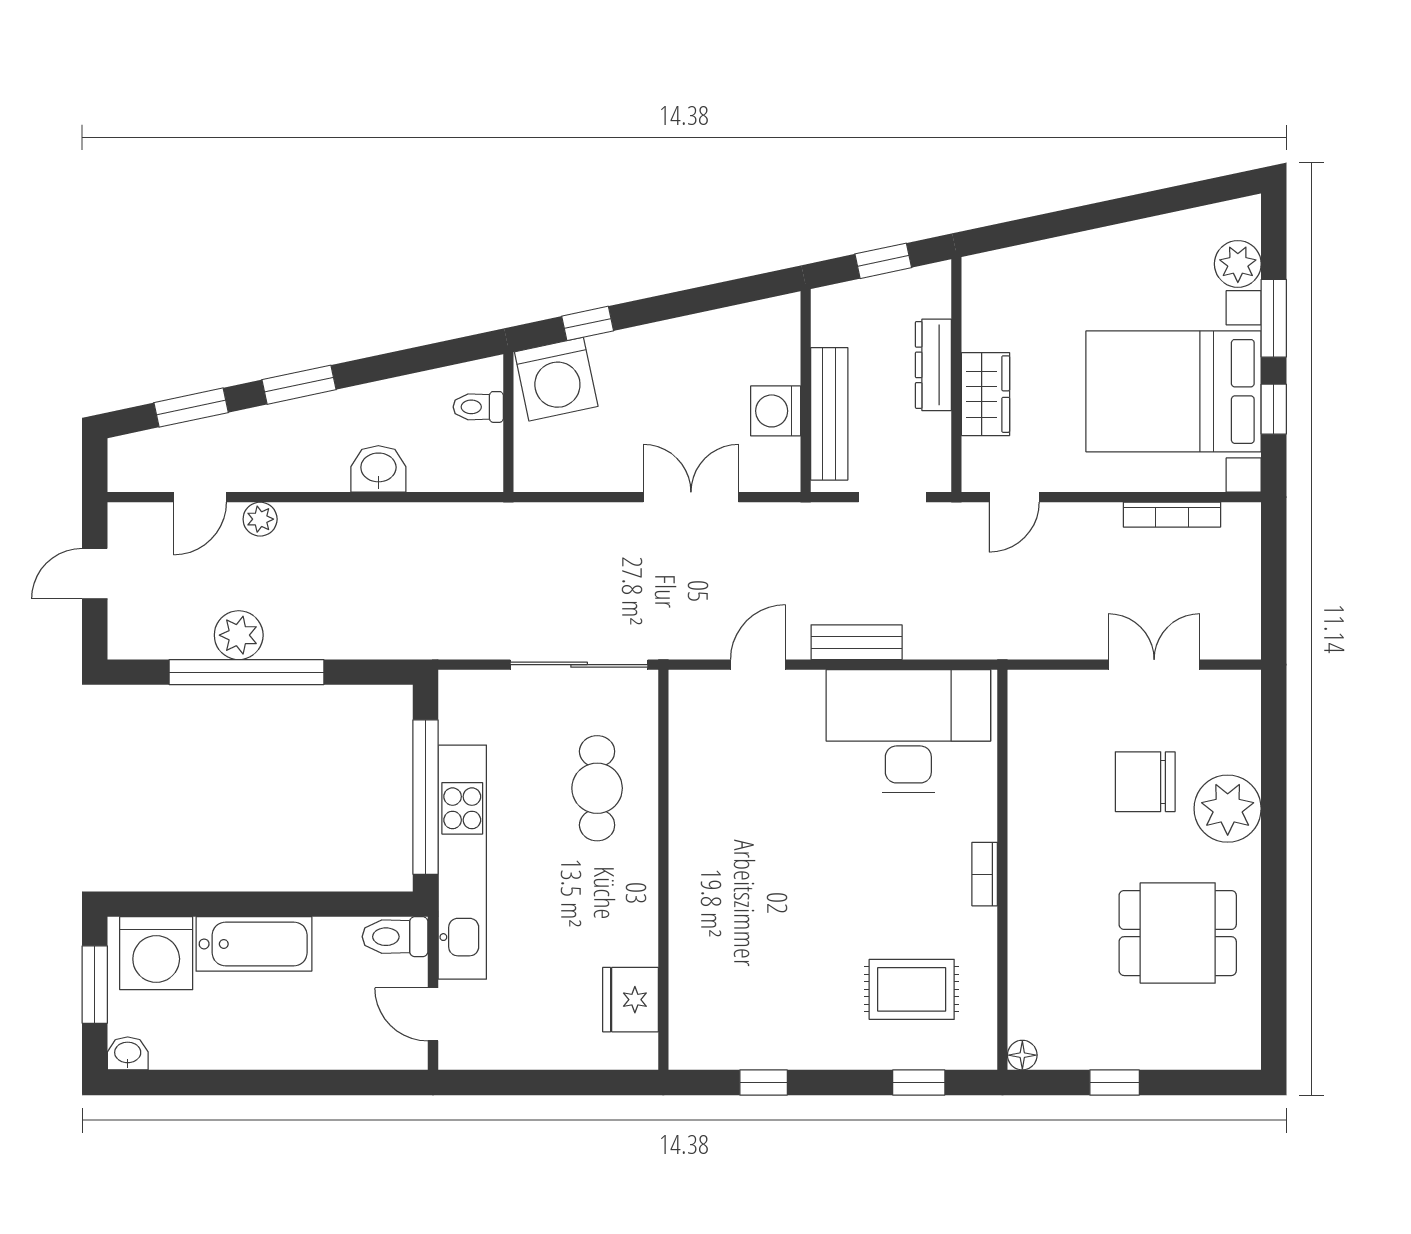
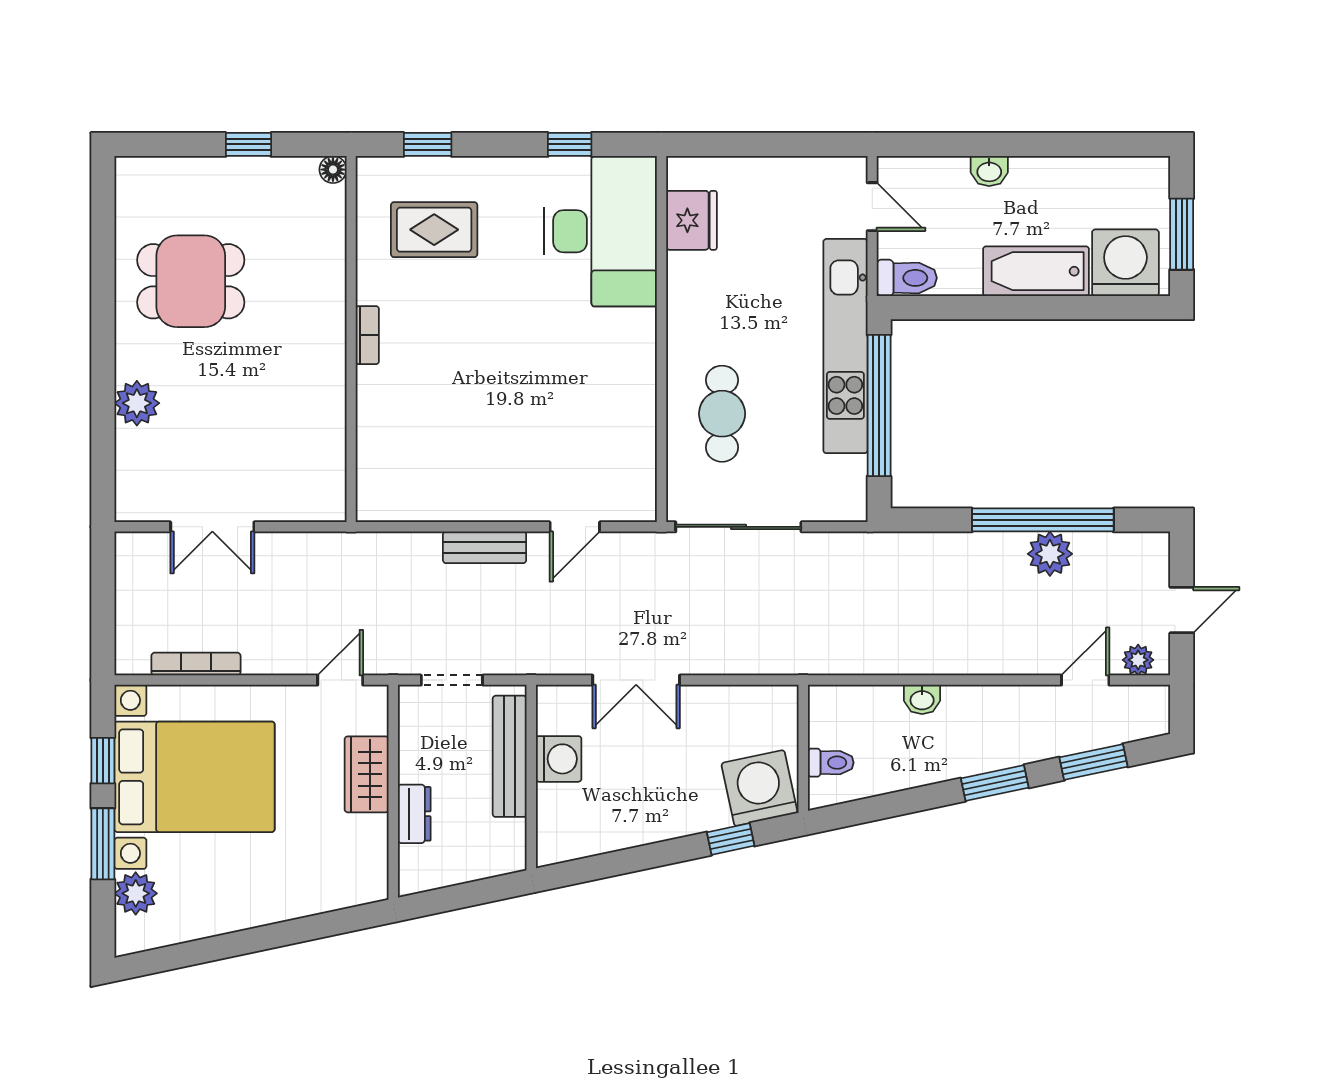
window: (883, 261) -> (460, 896), removed
dresser: (933, 365) -> (414, 814), width x0.70
washbasin: (378, 469) -> (922, 699), width x0.72, depth x0.69
plant: (260, 519) -> (1138, 660), moved
desk: (908, 731) -> (600, 231), moved, turned -90
chair: (1145, 782) -> (220, 420), removed
plant: (1228, 809) -> (137, 403), width x0.73, depth x0.73
washbasin: (128, 1053) -> (989, 171), moved

